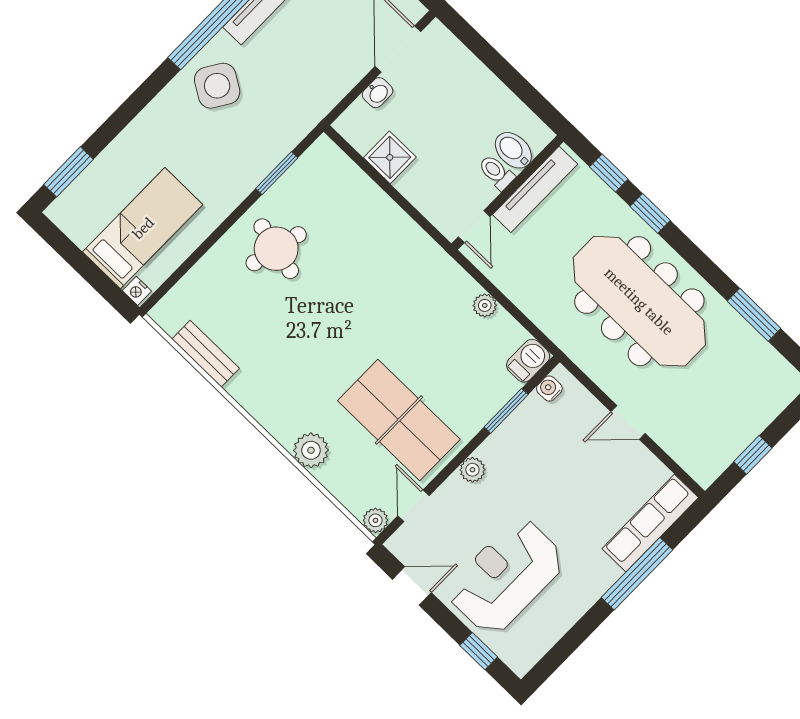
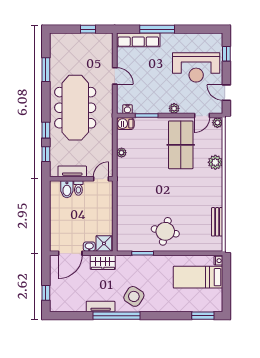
wardrobe: (328, 90) -> (103, 262), added
shower: (390, 157) -> (104, 243), moved
tv unit: (535, 189) -> (72, 171), width x0.71

